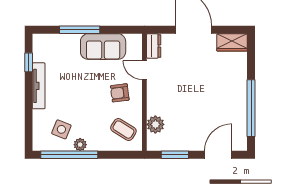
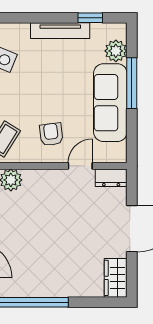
plant: (54, 42) -> (116, 51), added
sofa: (103, 47) -> (110, 103), width x1.36

